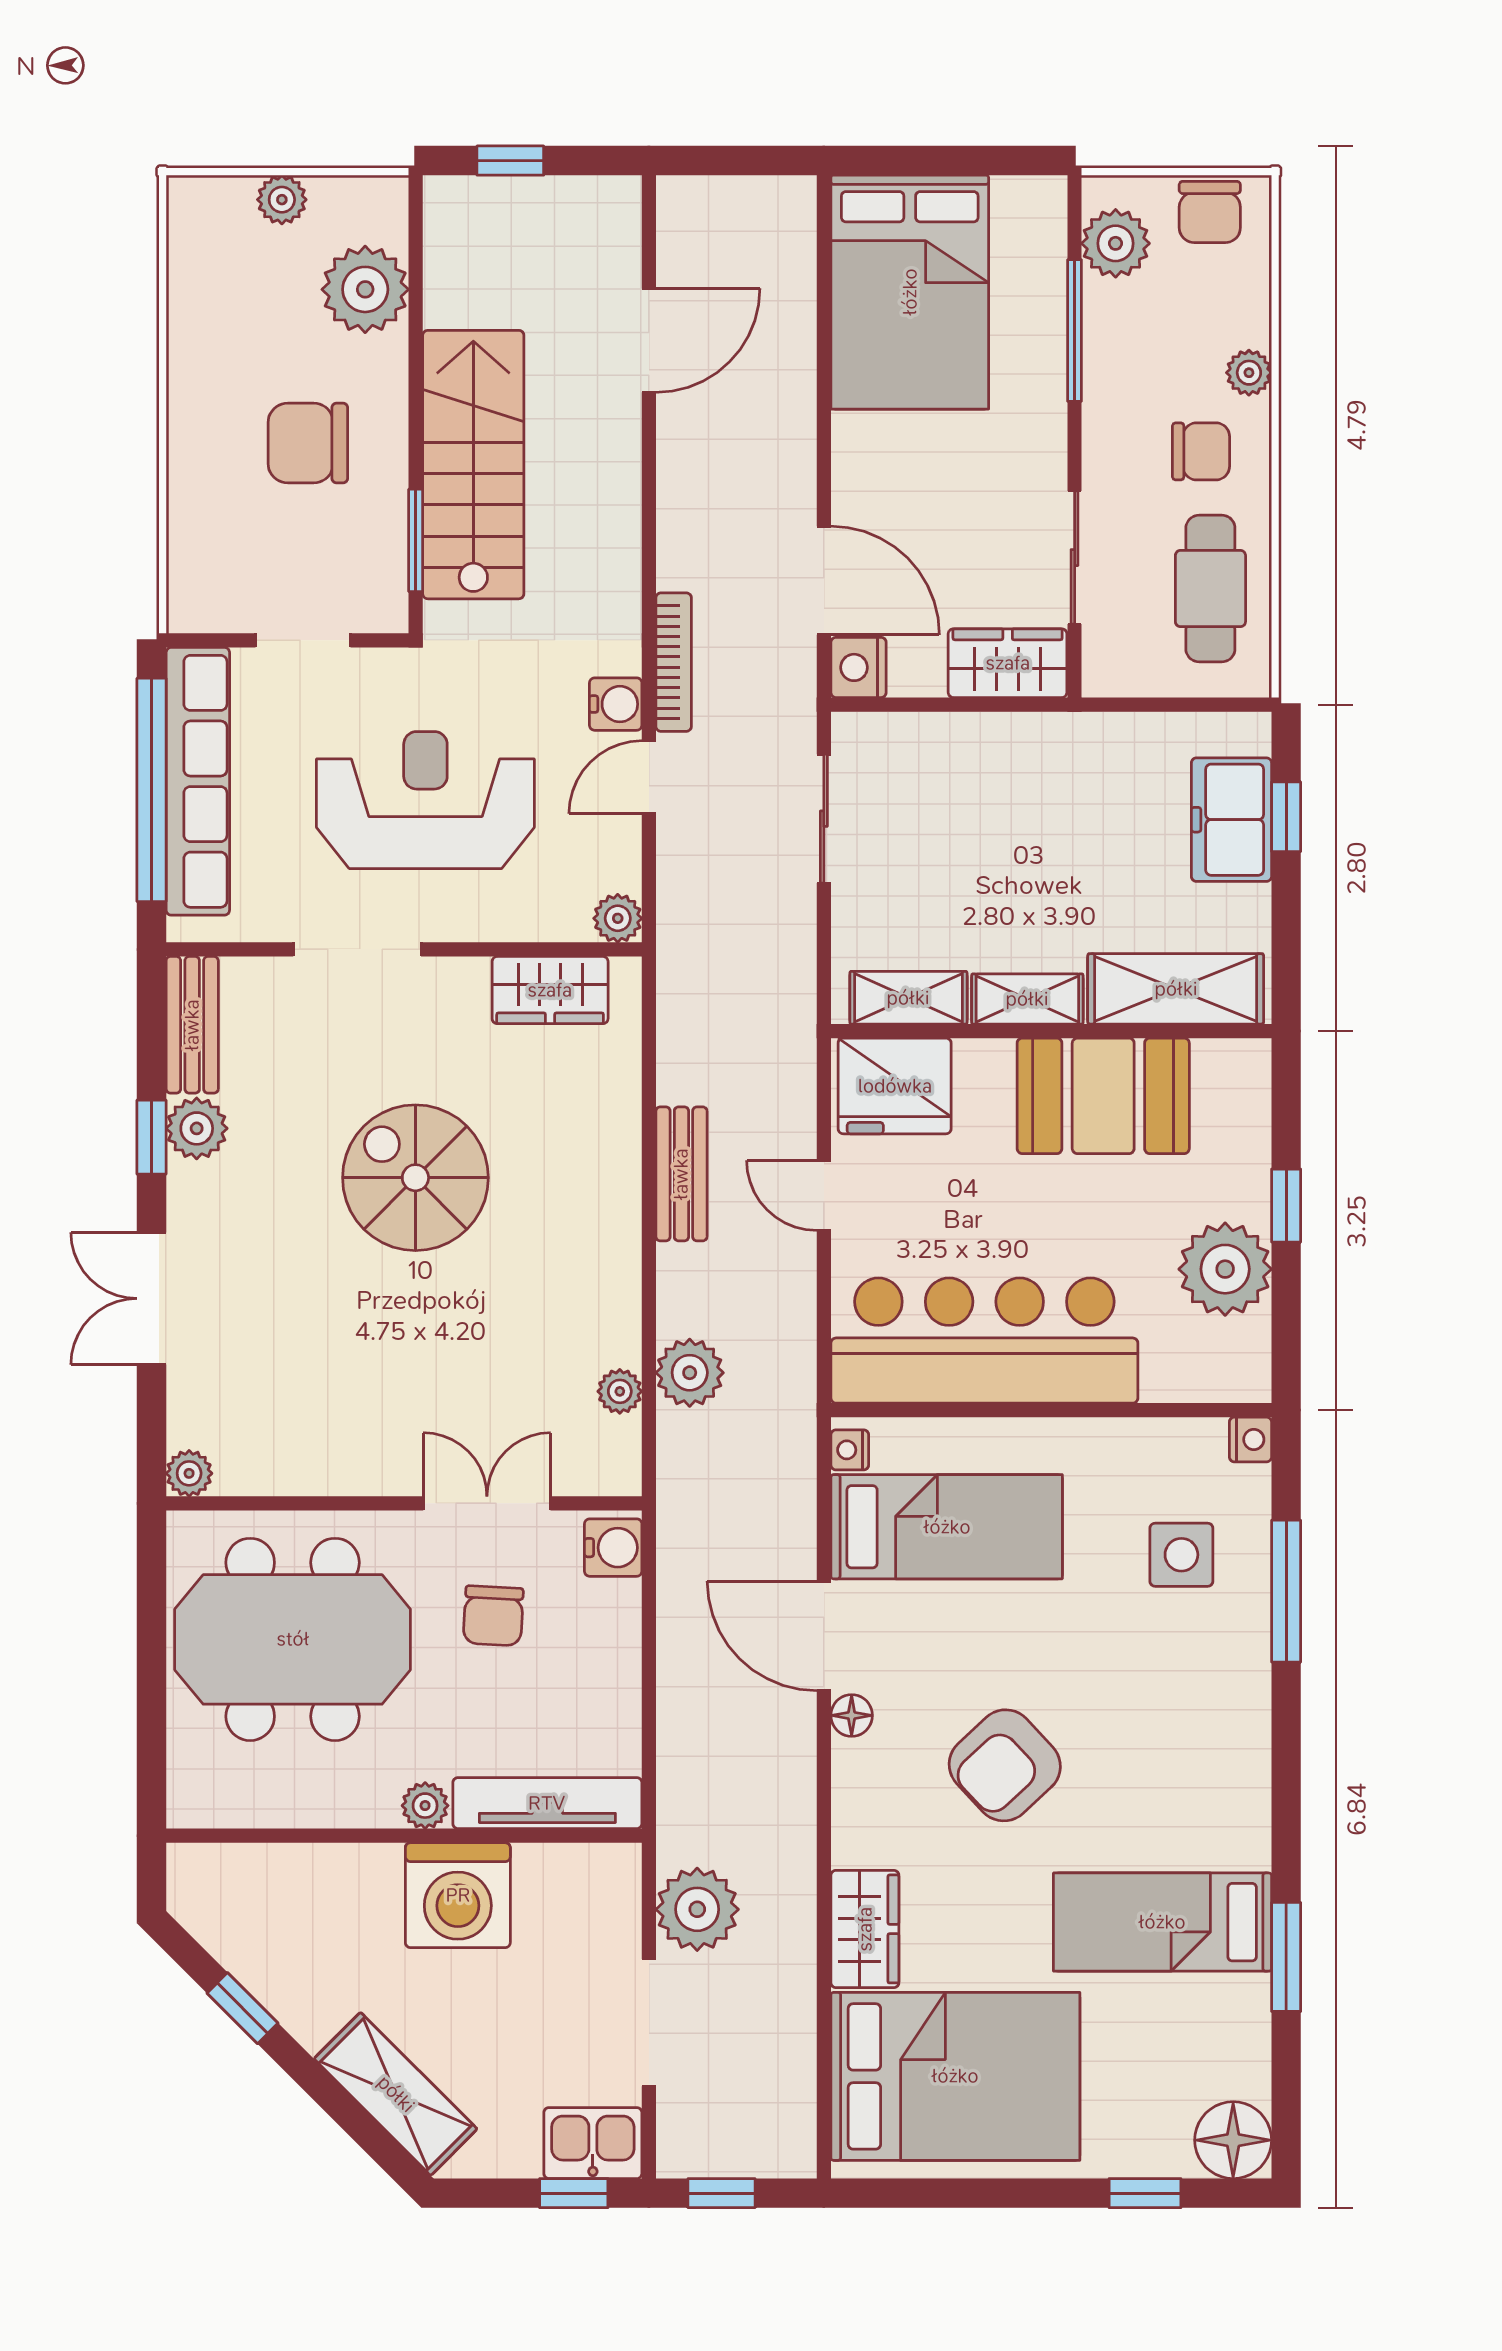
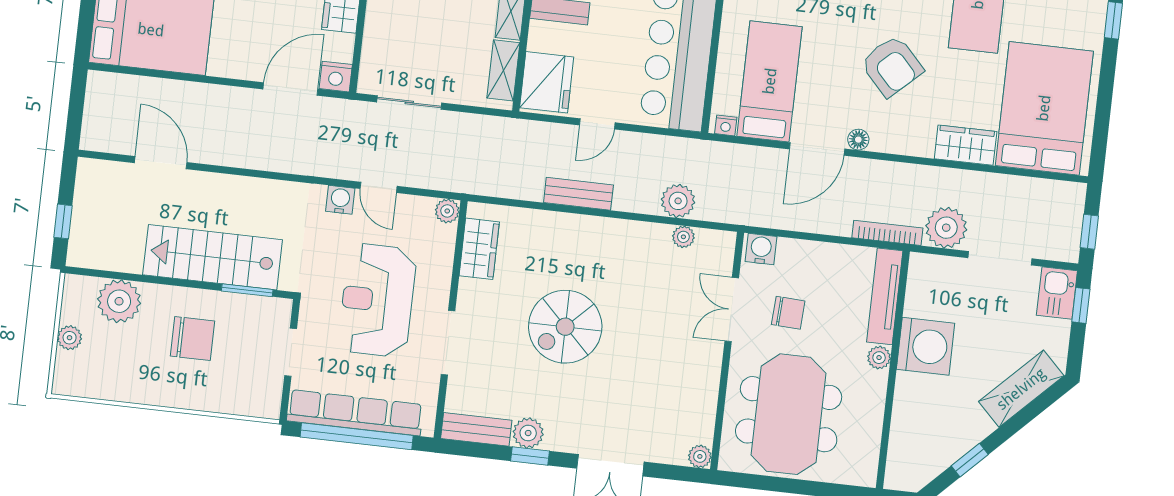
chair: (308, 443) -> (192, 339), turned -90
bookcase: (674, 662) -> (887, 233), moved

